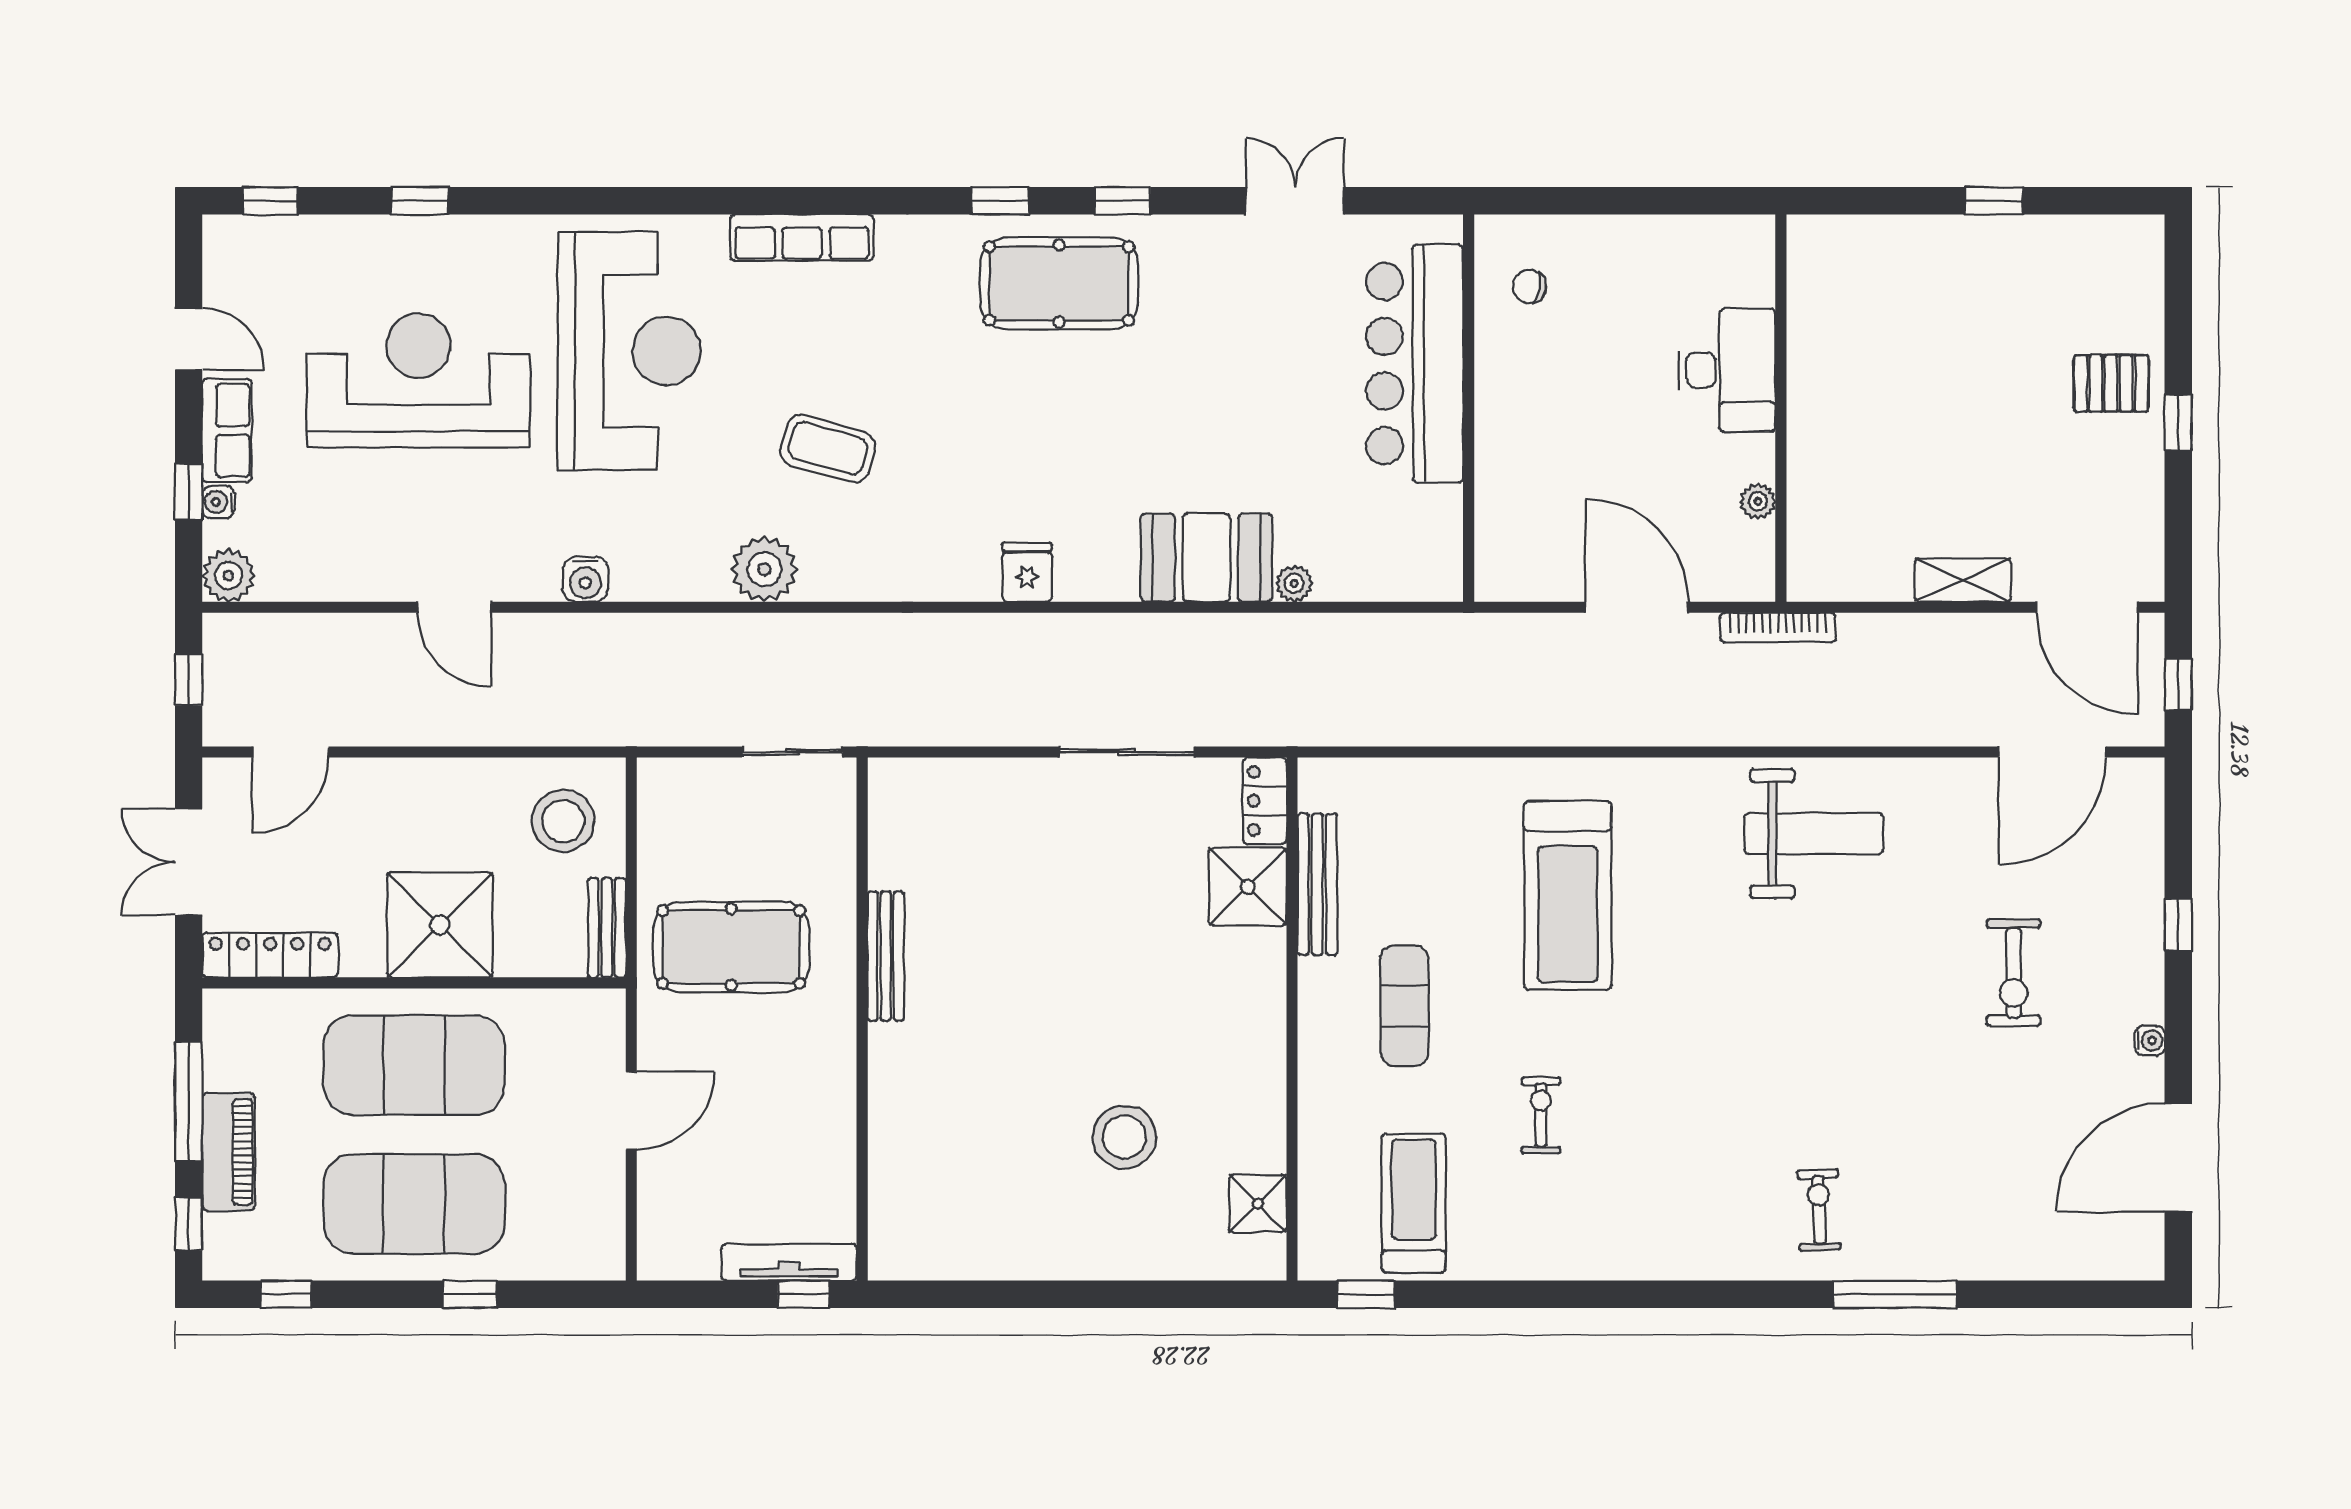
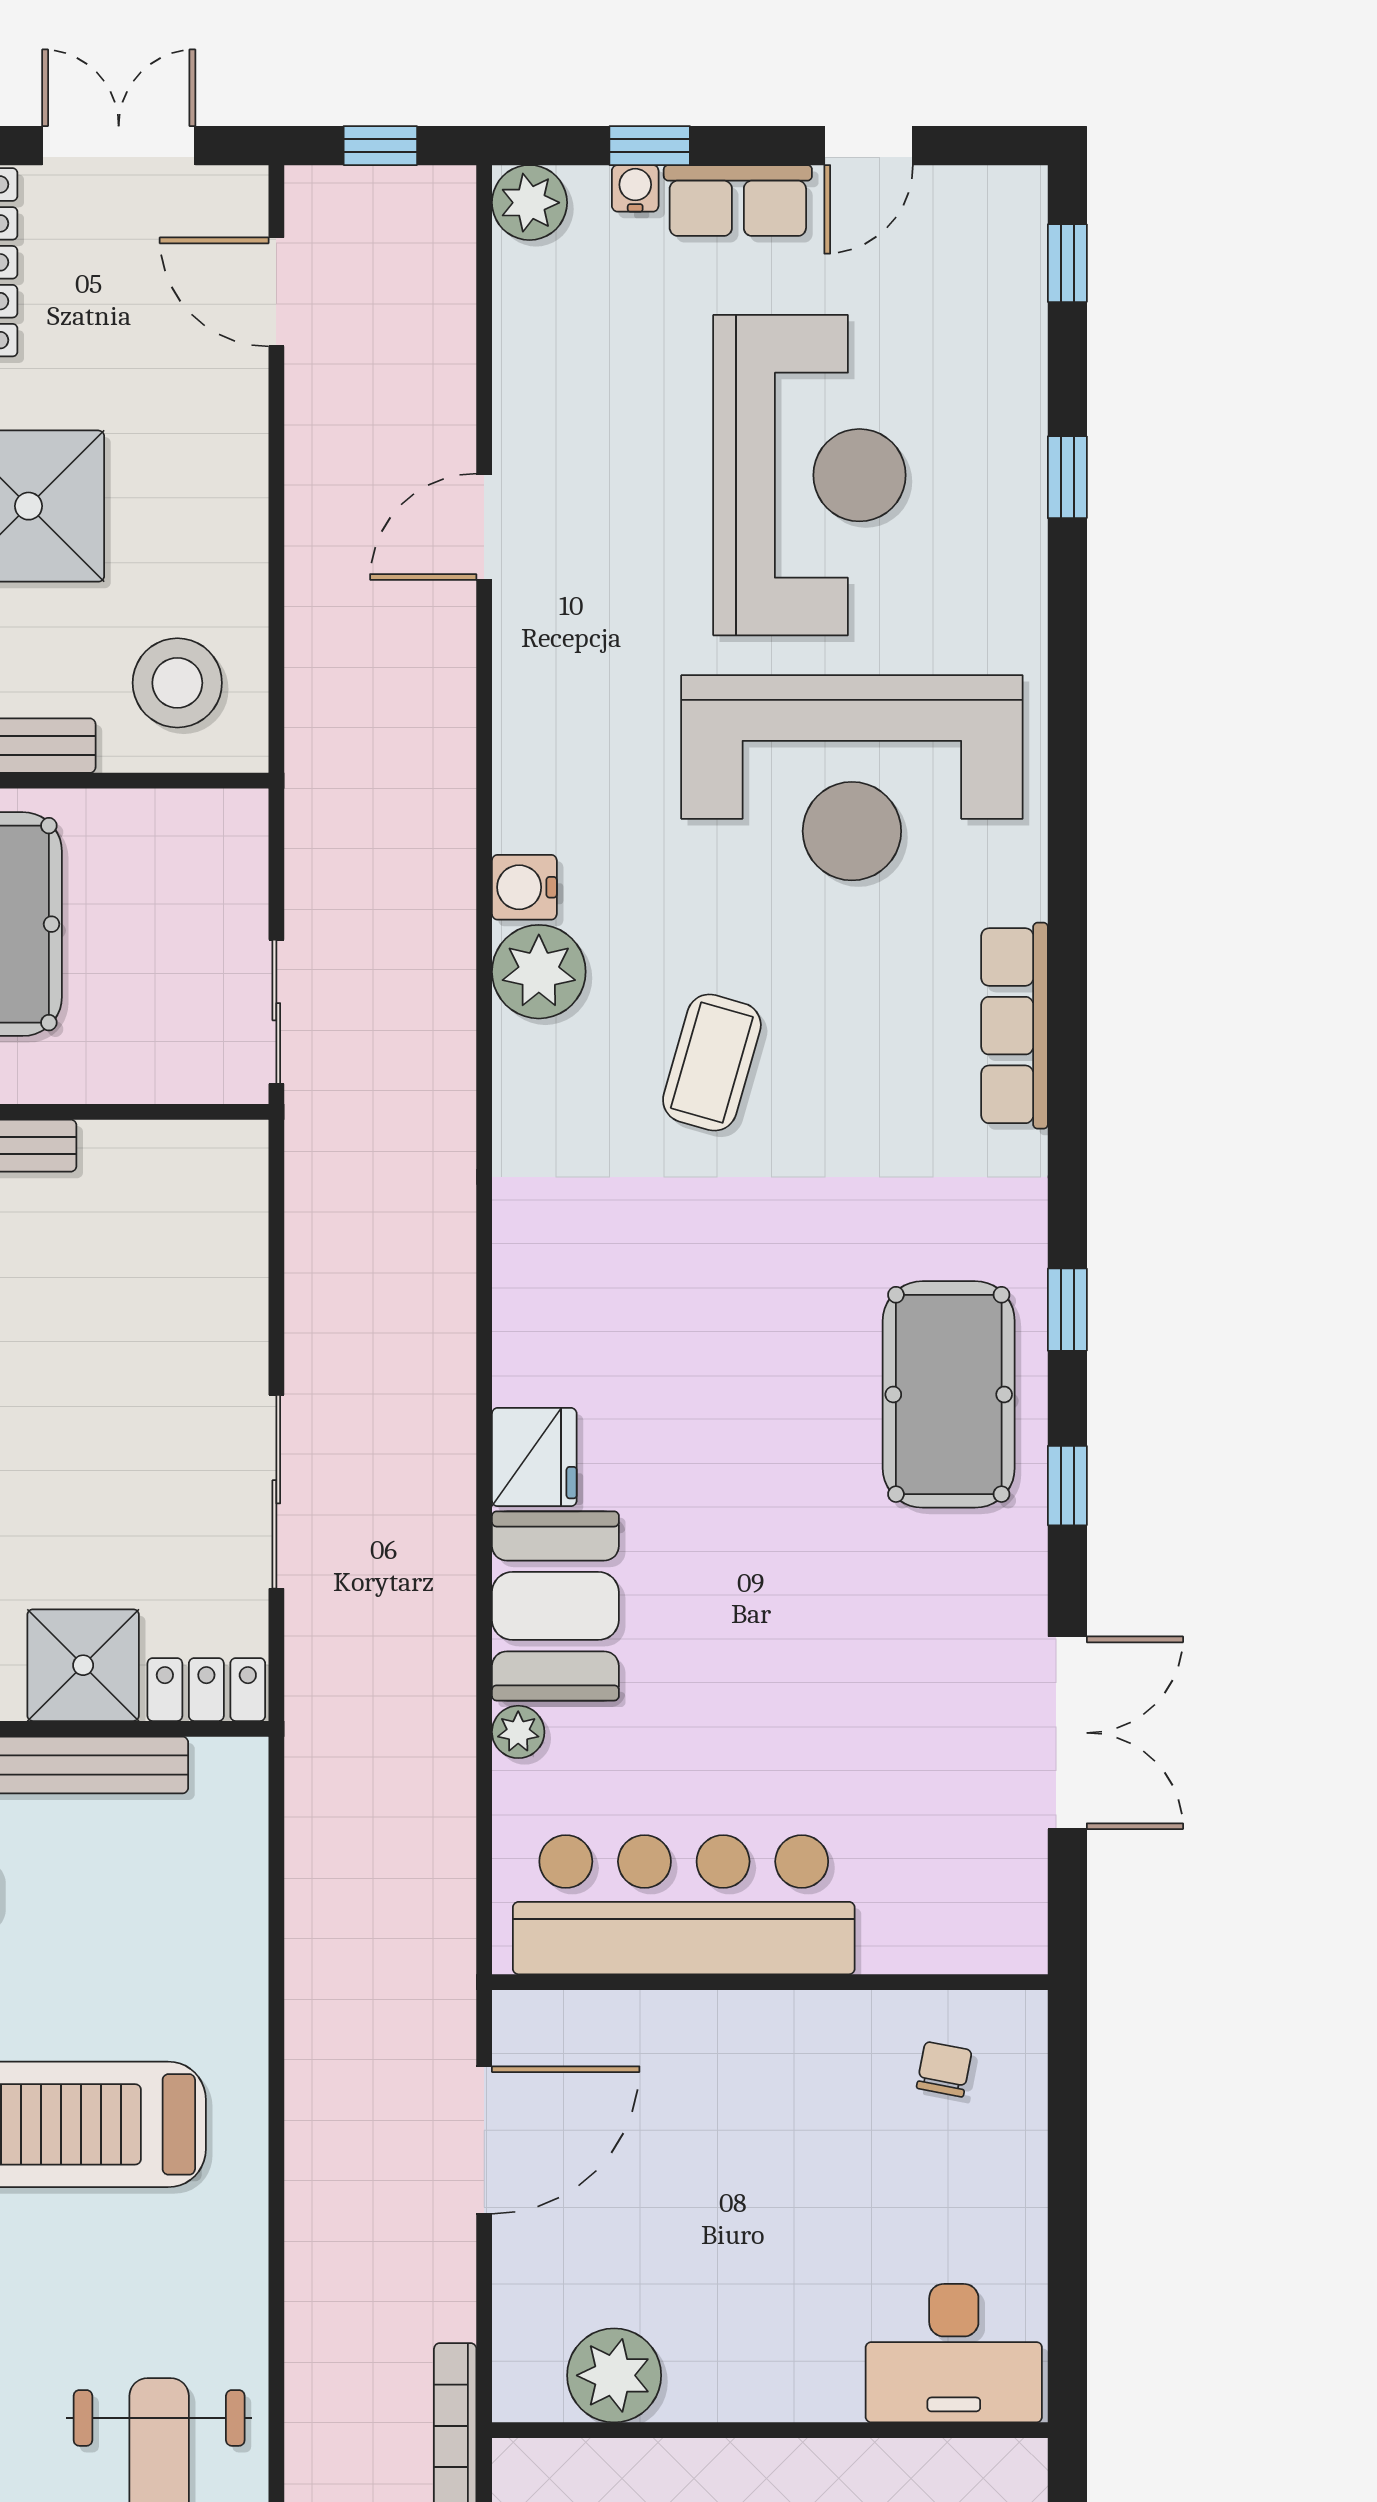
double door: (1295, 201) -> (1067, 1733), width x1.37
bar counter: (1415, 364) -> (684, 1905), moved
desk: (1727, 370) -> (954, 2353), moved
plant: (1758, 501) -> (614, 2375), width x1.87, depth x1.87
fridge: (1027, 572) -> (534, 1457), moved, width x1.38
water cooler: (585, 579) -> (524, 887), moved
door: (1637, 607) -> (484, 2140), moved

